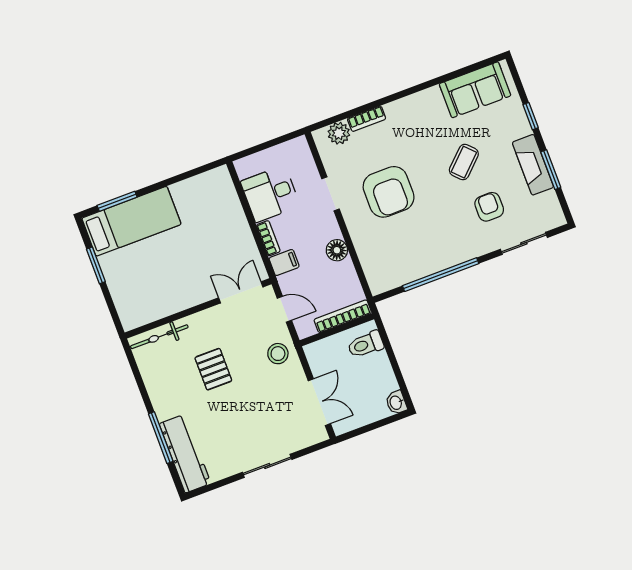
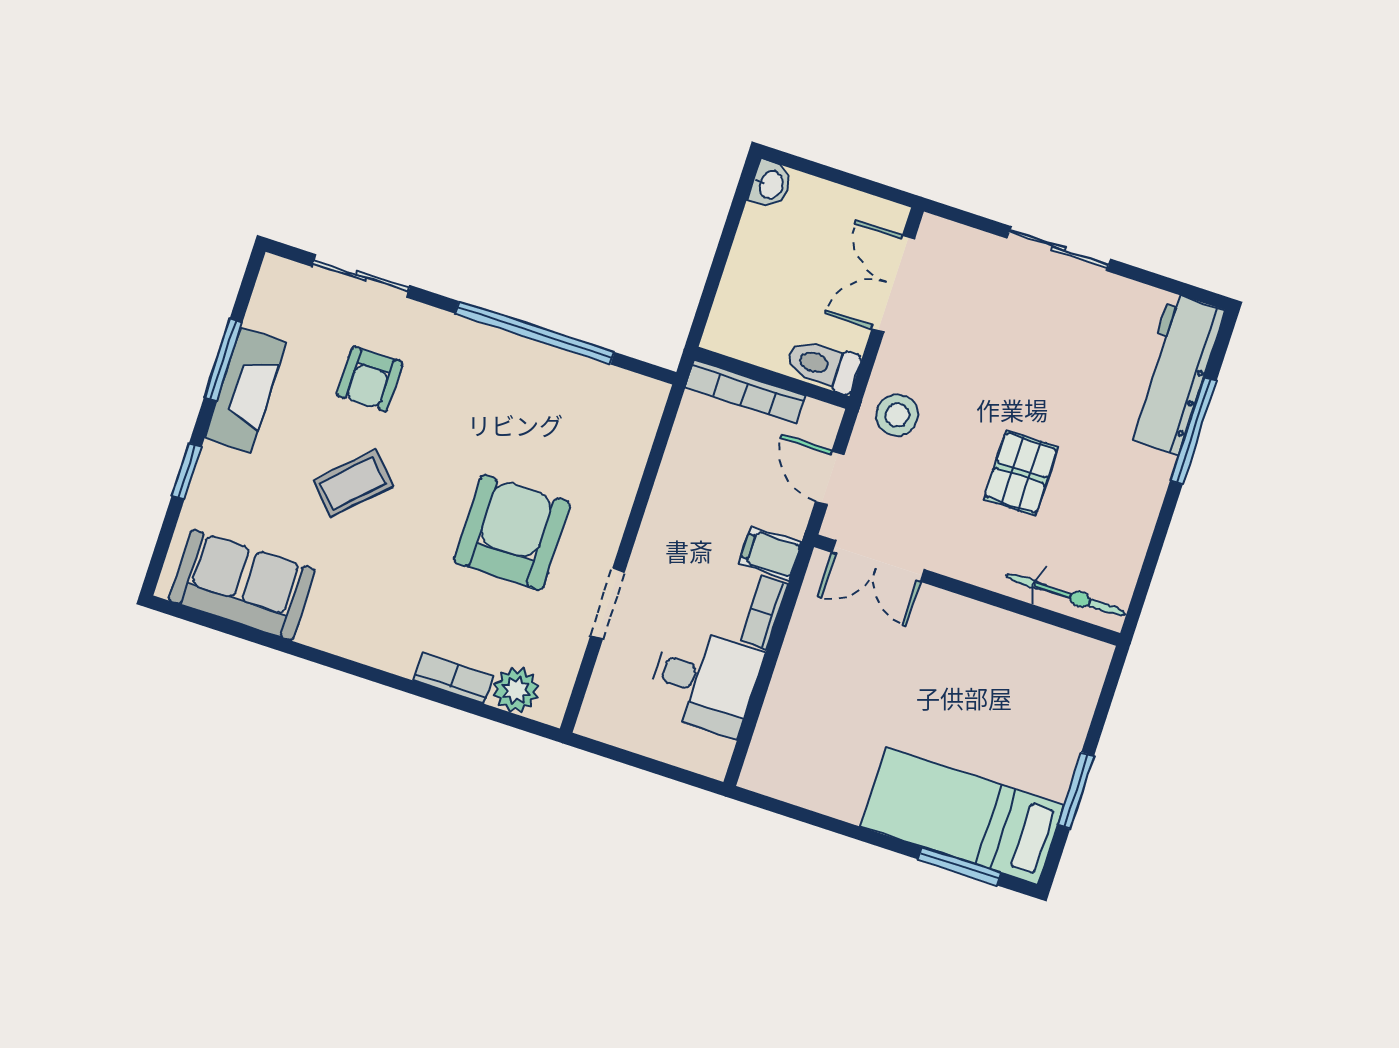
floor lamp: (337, 250) -> (670, 505), removed
toilet: (366, 344) -> (823, 365), moved, turned 180

